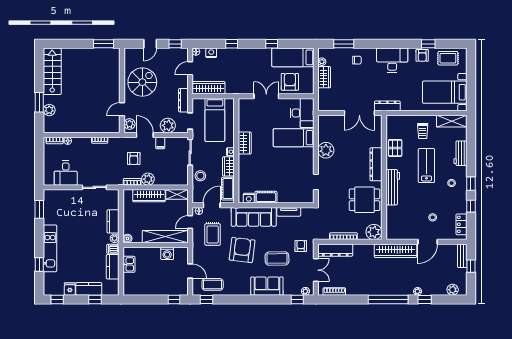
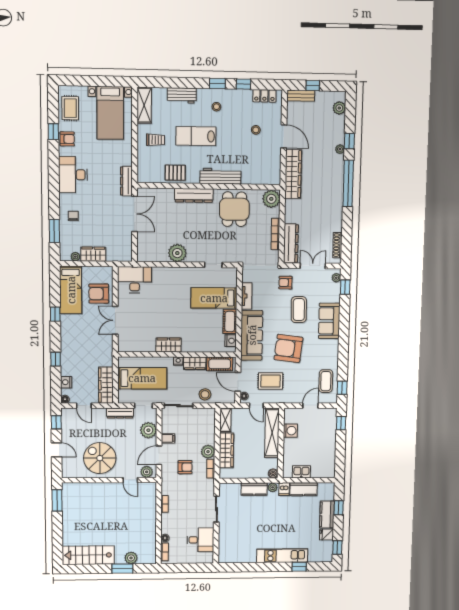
bed: (294, 138) -> (214, 298), moved, turned 90
window: (39, 209) -> (240, 567), removed

